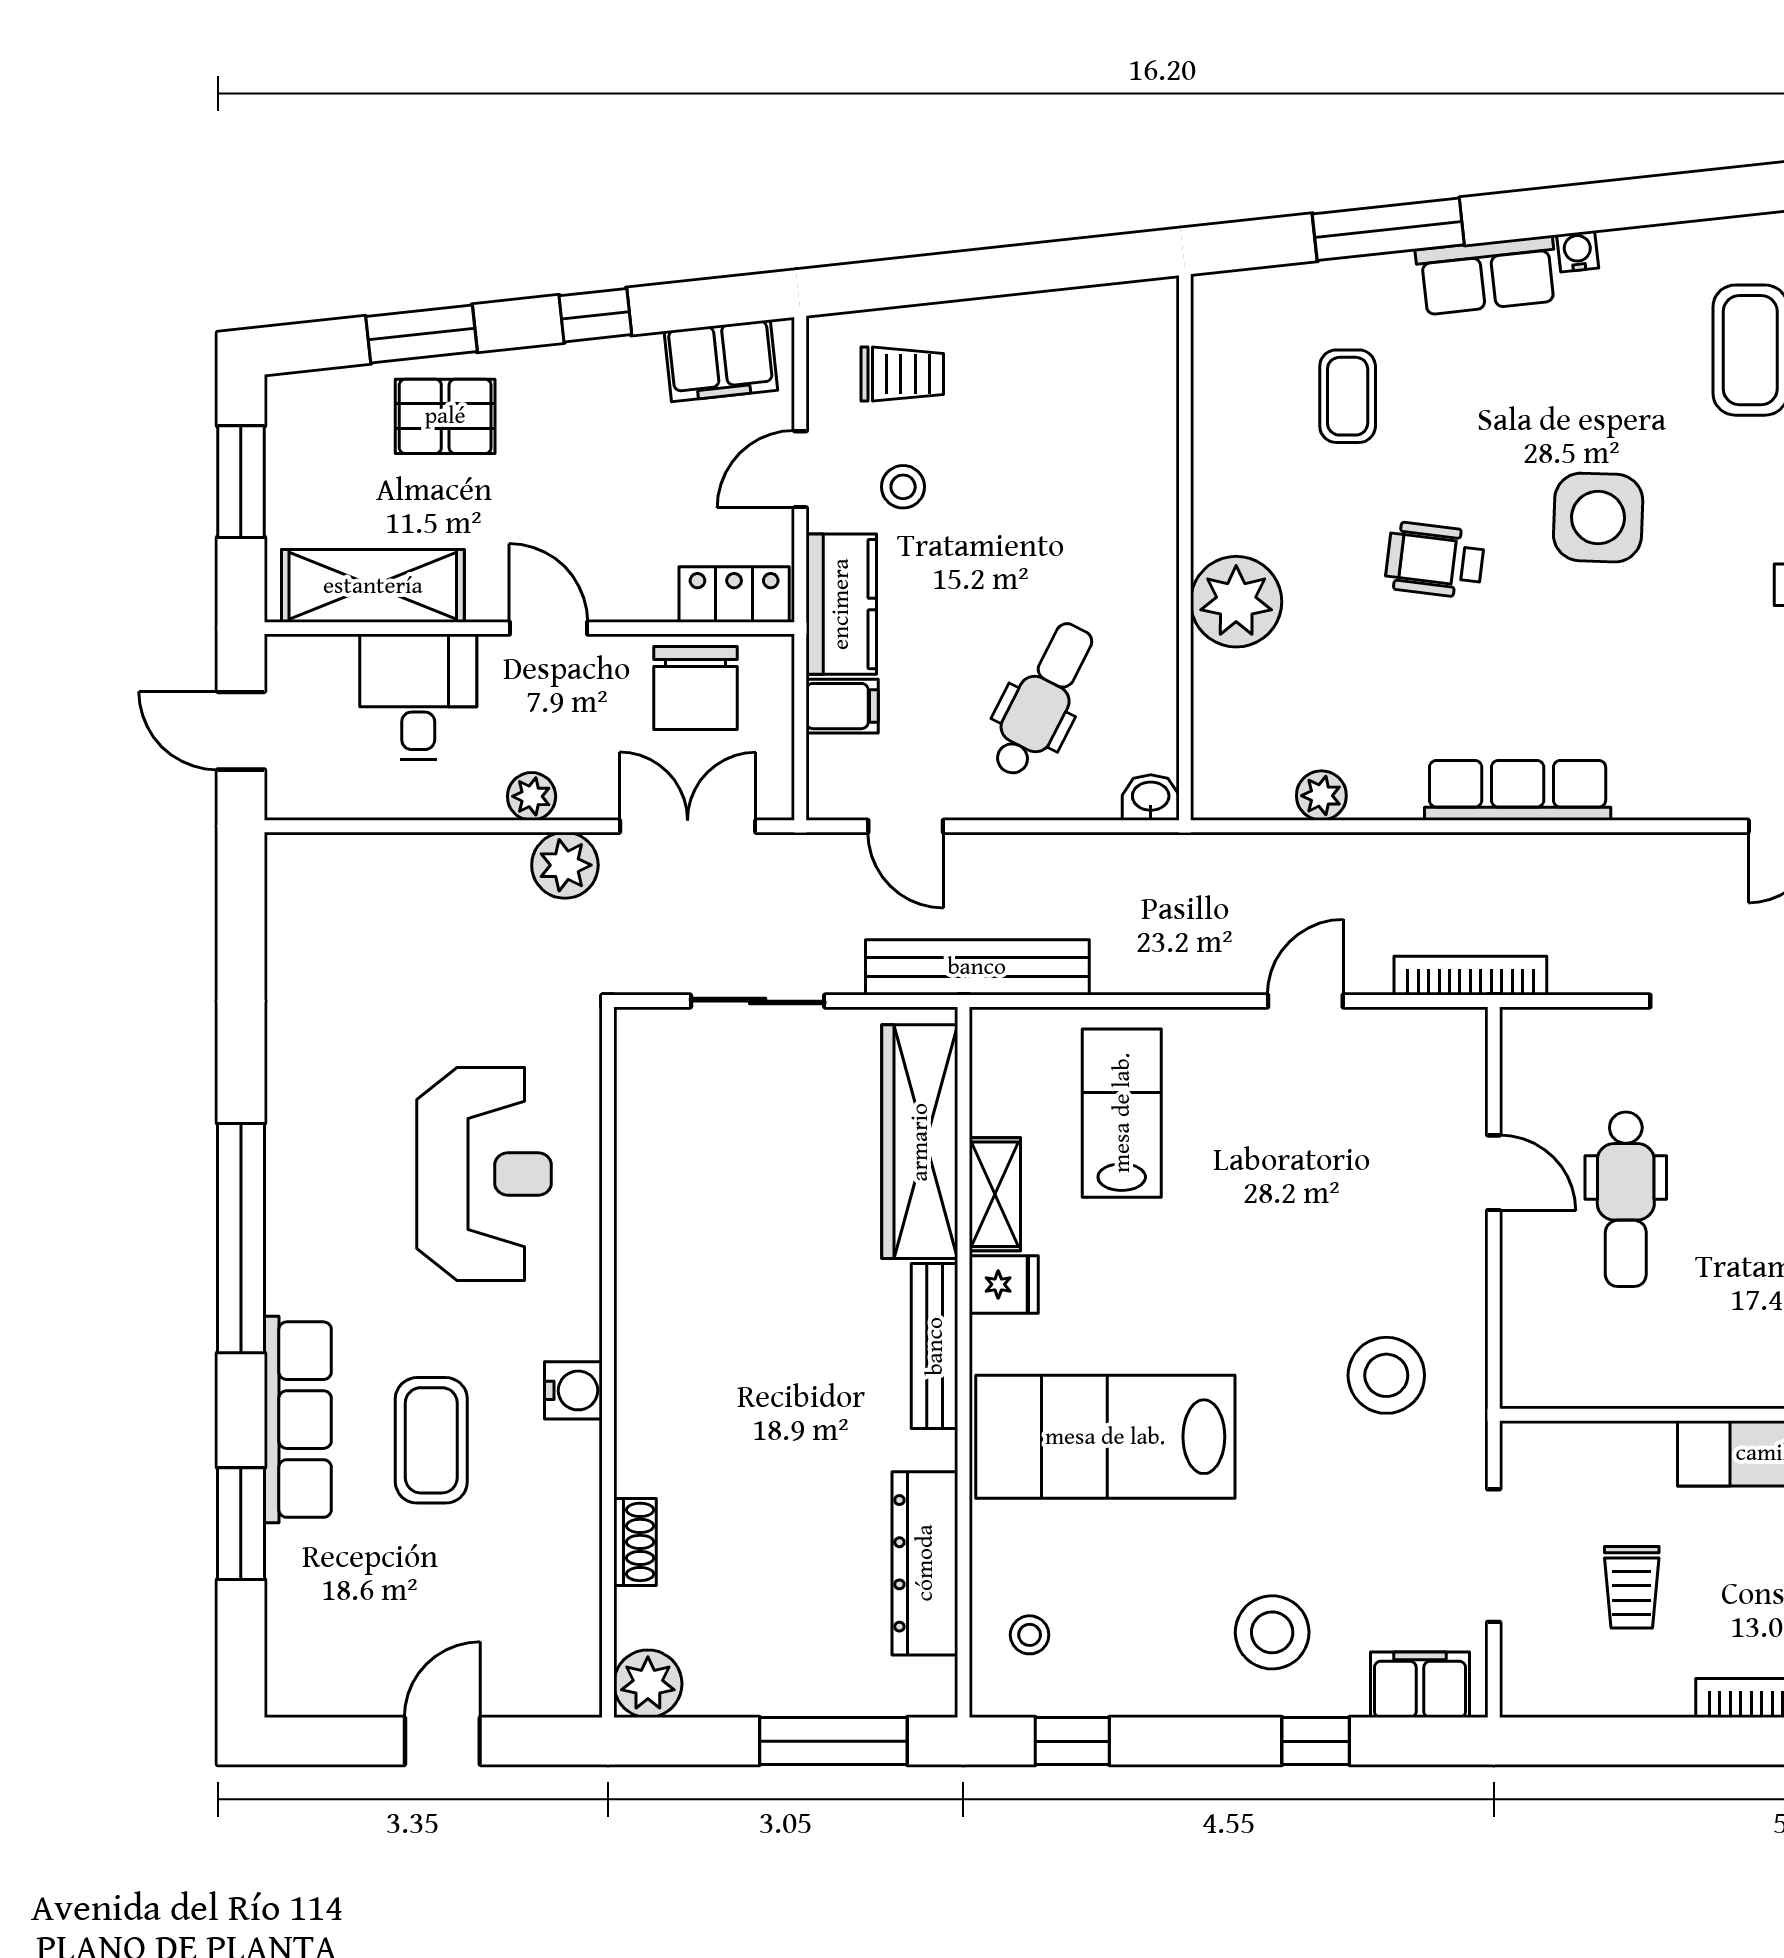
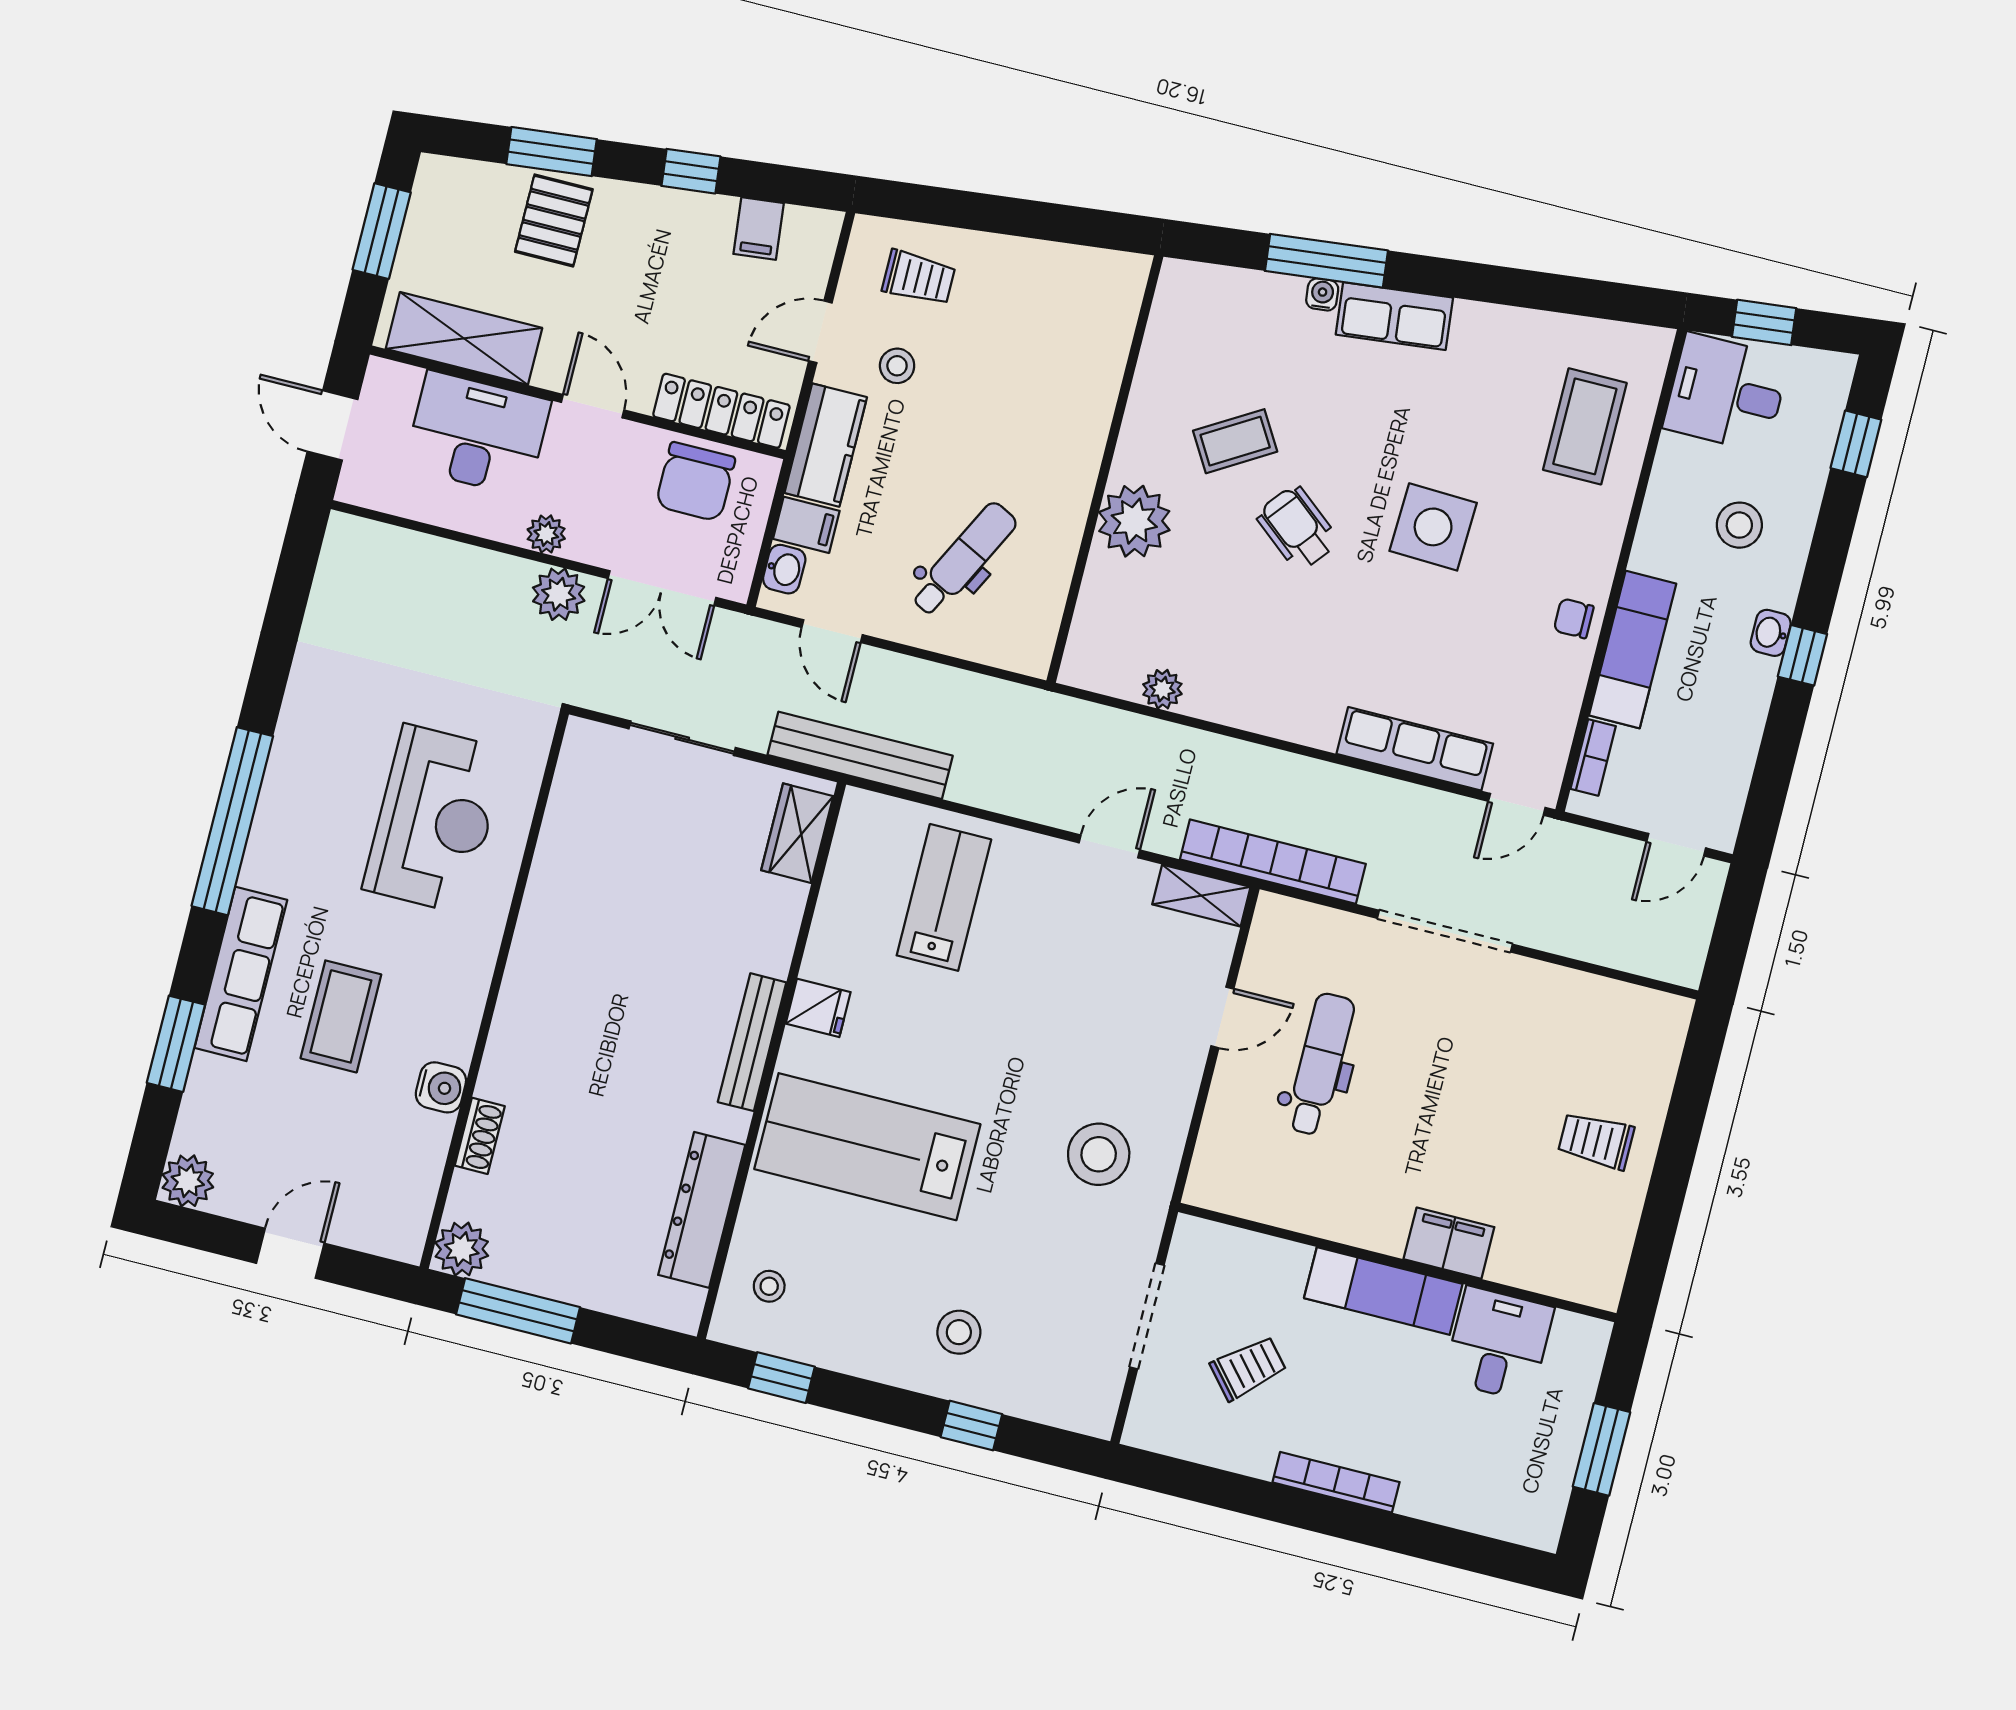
water cooler: (1578, 251) -> (1322, 294), moved
filing cabinet: (721, 361) -> (759, 229), width x0.50
coffee table: (1348, 396) -> (1235, 441), moved, turned 59
pallet: (445, 416) -> (554, 221), turned 90
wheelchair: (1435, 560) -> (1297, 528), turned 32
locker: (734, 595) -> (721, 411), width x1.53
desk: (418, 697) -> (477, 434), width x1.37
row of seats: (1518, 790) -> (1415, 749), moved
washbasin: (1151, 797) -> (784, 569), moved, turned 90
double door: (688, 826) -> (662, 588), swing flipped
bookcase: (1470, 976) -> (1273, 862), width x1.48, depth x1.31
wardrobe: (920, 1142) -> (797, 833), width x0.48, depth x0.85
door: (1494, 1173) -> (1222, 1017), hinge flipped
shelving: (995, 1194) -> (1201, 896), moved, turned 90
dental chair: (1626, 1199) -> (1320, 1064), turned 180
water cooler: (573, 1390) -> (441, 1087), moved
trolley: (1632, 1587) -> (1248, 1368), turned -131
stool: (1272, 1632) -> (959, 1332), width x0.73, depth x0.73
plant: (297, 1685) -> (188, 1181), added
filing cabinet: (1420, 1685) -> (1064, 1402), removed
window: (833, 1741) -> (518, 1311), moved

